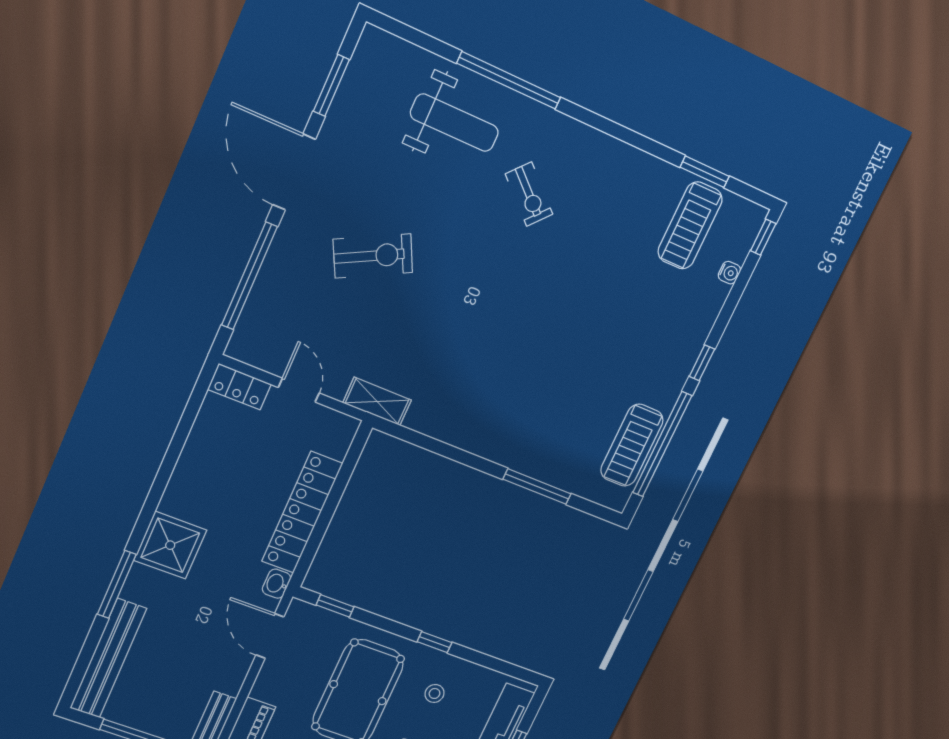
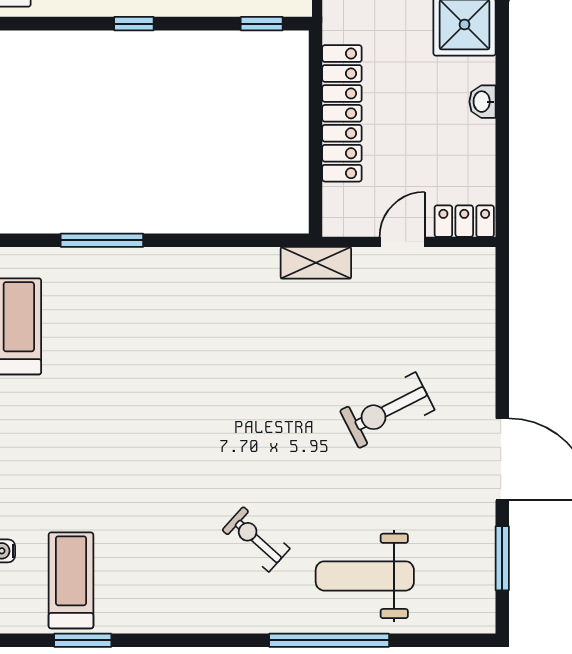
window: (249, 276) -> (502, 338), removed
door: (299, 390) -> (402, 242), swing flipped
washbasin: (277, 584) -> (482, 102), moved, turned 180

